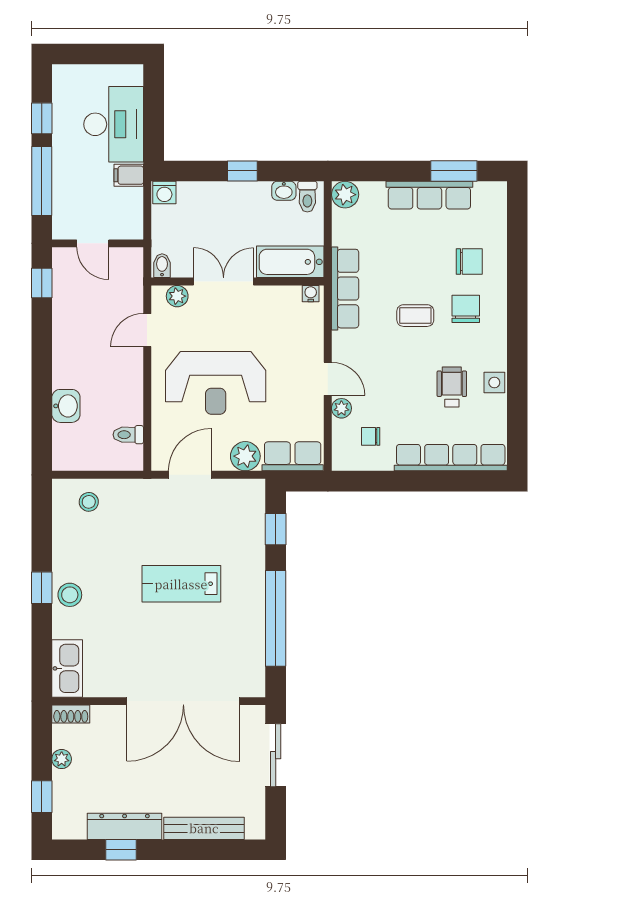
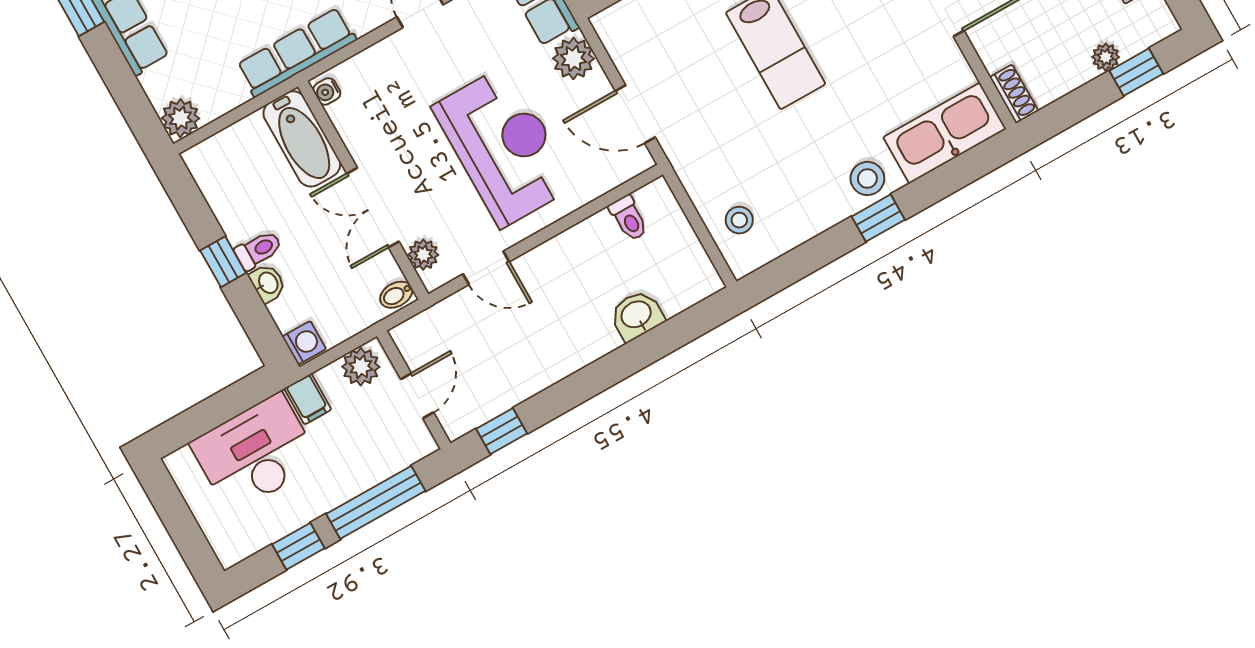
washbasin: (284, 191) -> (268, 283), moved
toilet: (307, 197) -> (258, 250), moved
plant: (130, 219) -> (361, 367), added
kitchen sink: (67, 668) -> (945, 133), width x1.36, depth x1.24
plant: (62, 759) -> (1106, 57), moved

